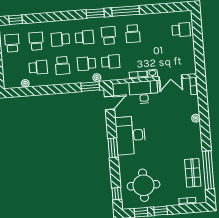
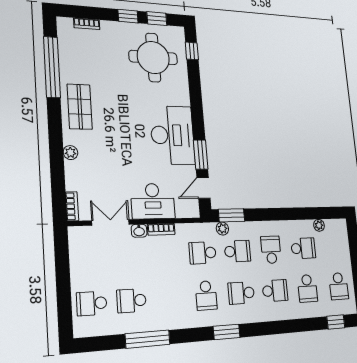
window: (126, 11) -> (148, 339), moved
school desk: (133, 34) -> (132, 301), moved, turned -90
school desk: (38, 67) -> (303, 248), turned 180
window: (113, 148) -> (201, 155), moved
shop shelf: (193, 173) -> (80, 107), moved

